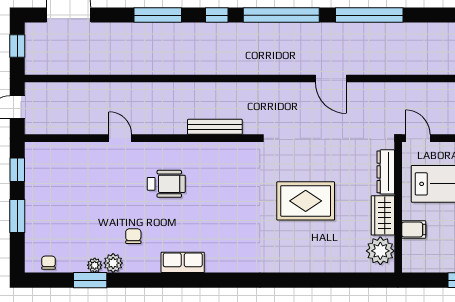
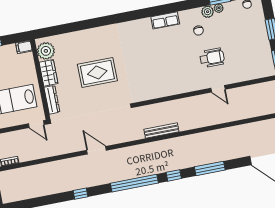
window: (369, 15) -> (81, 194), width x0.32
bench: (215, 127) -> (161, 130), moved
wheelchair: (166, 184) -> (212, 58), moved, turned 180
filing cabinet: (414, 230) -> (24, 47), moved

